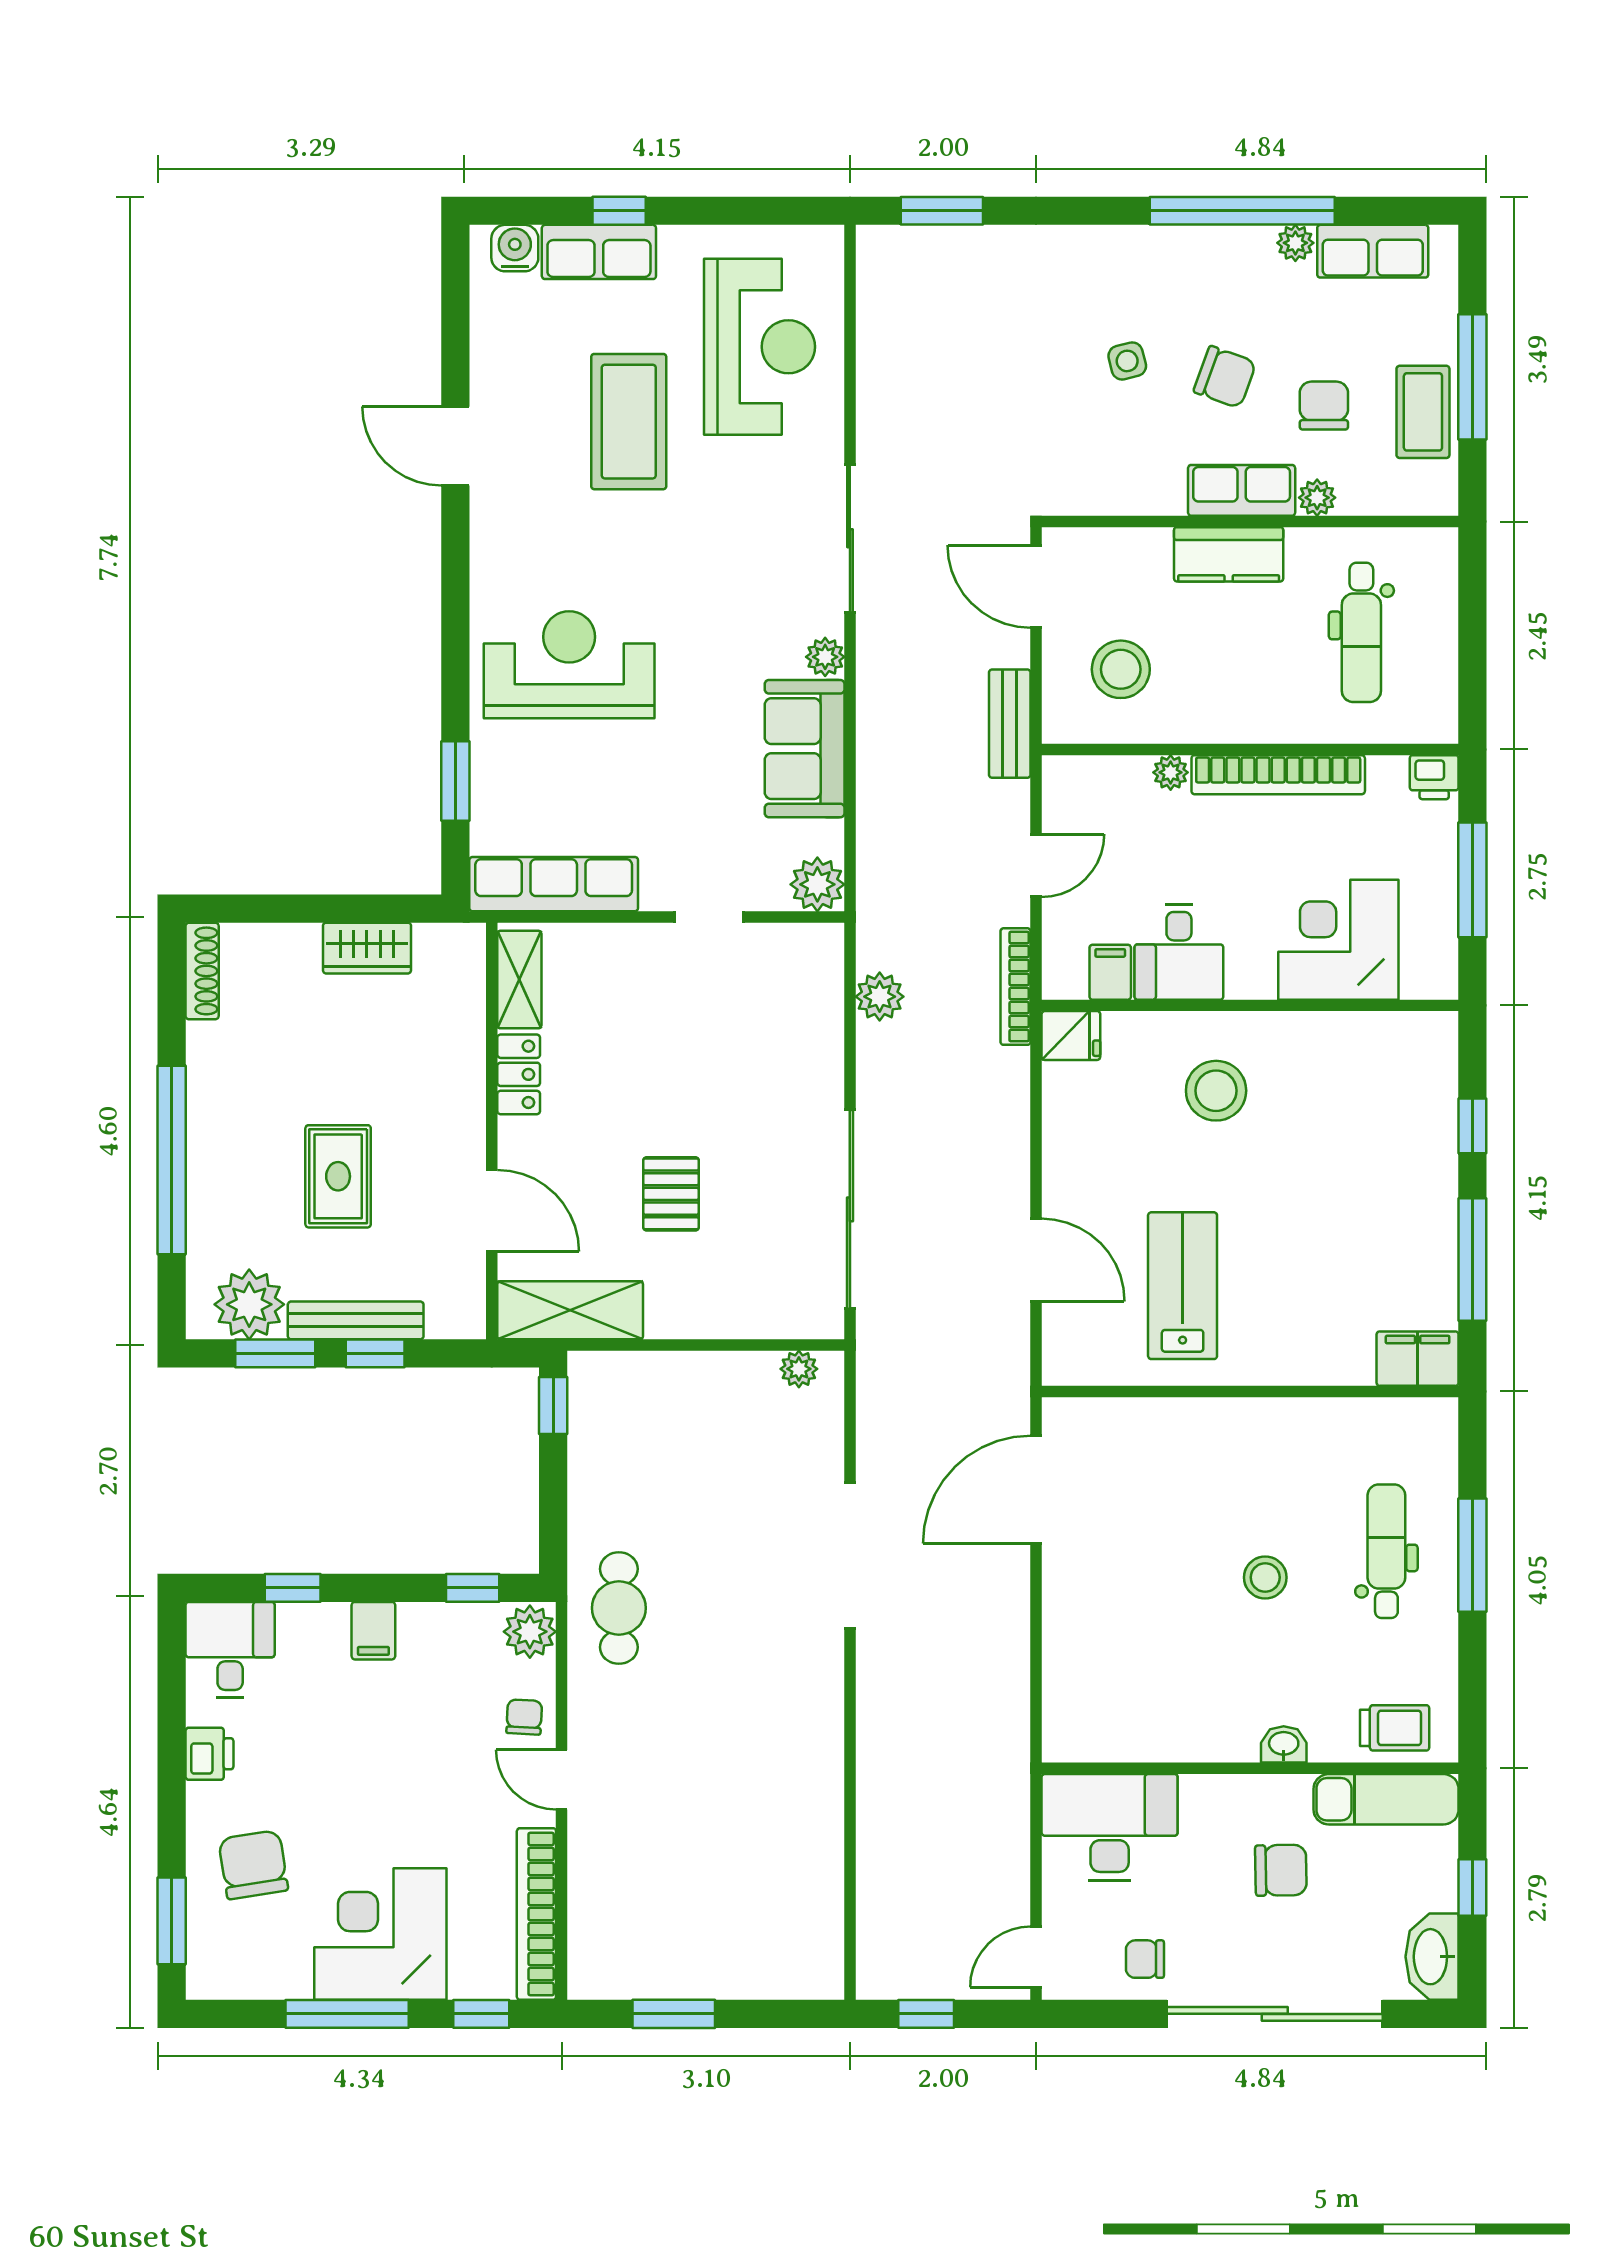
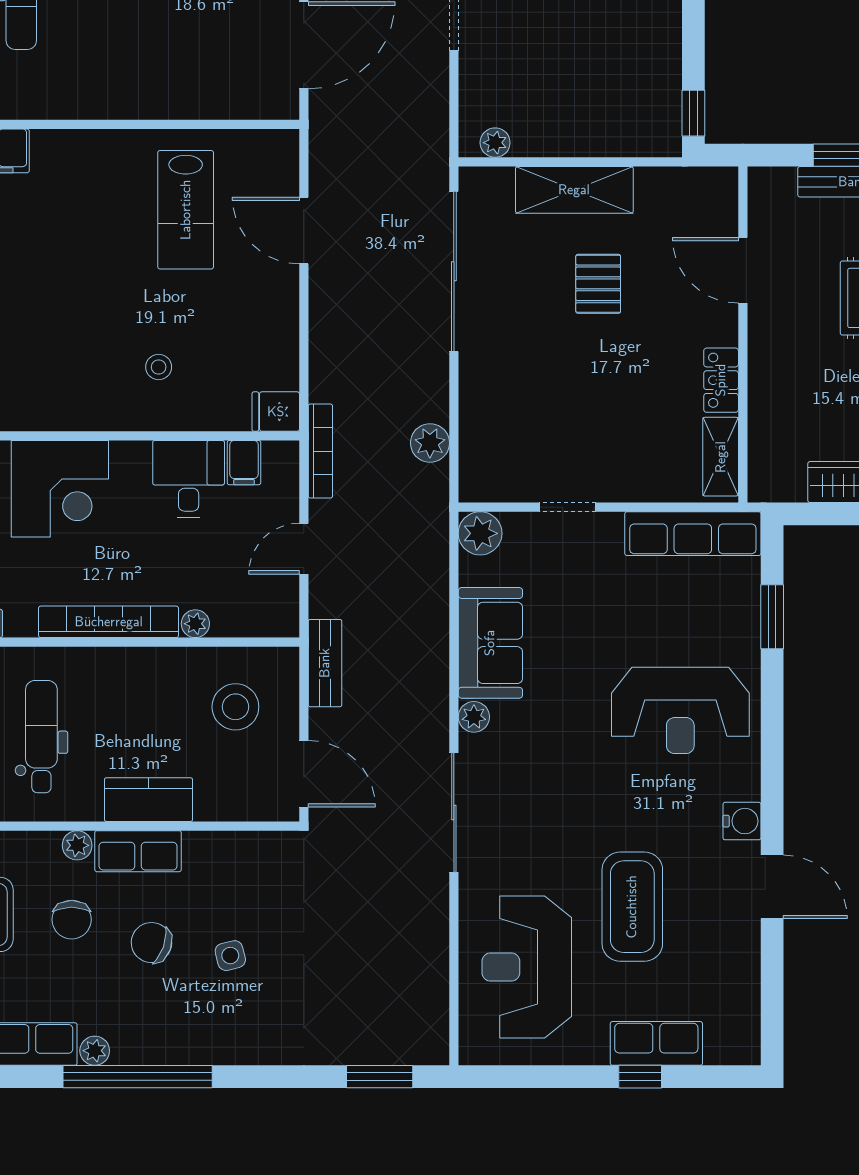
water cooler: (515, 248) -> (742, 821), moved, turned -90
stool: (1216, 1091) -> (159, 367), width x0.53, depth x0.53
shelving: (570, 1310) -> (574, 190), moved

